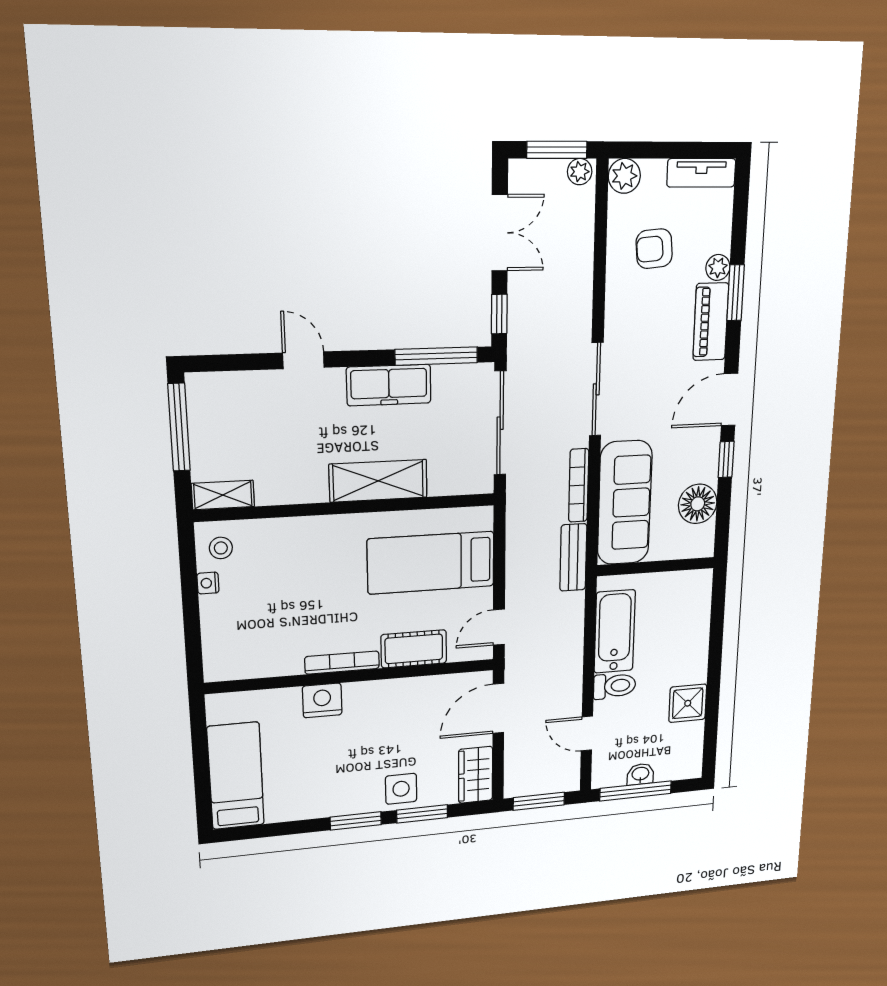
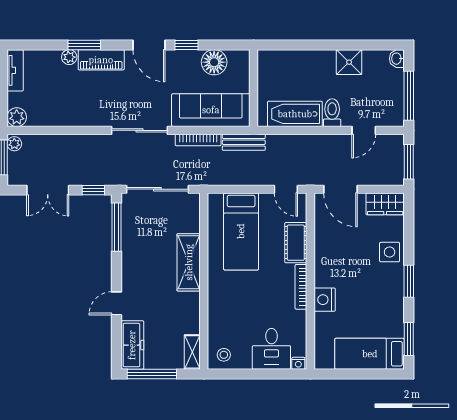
double door: (500, 233) -> (48, 190), swing flipped
armchair: (654, 249) -> (58, 97), removed
freezer: (389, 385) -> (132, 345), moved
nightstand: (208, 583) -> (298, 363), moved
desk: (236, 625) -> (271, 349), added
washbasin: (640, 774) -> (397, 59), moved
window: (422, 814) -> (409, 339), moved

